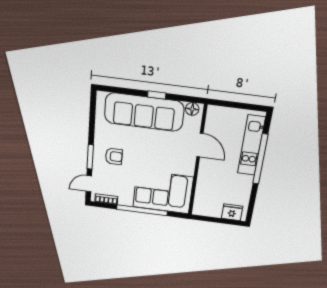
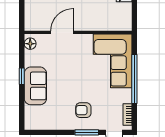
sofa: (144, 112) -> (35, 86), width x0.54, depth x0.79
armchair: (114, 156) -> (83, 110), turned -90

